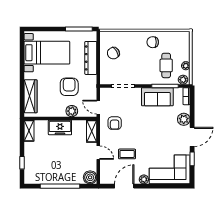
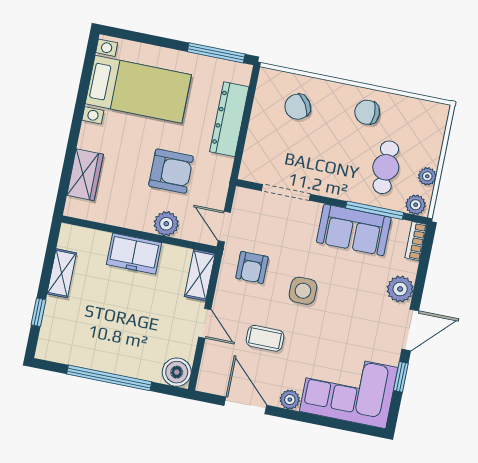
chair: (113, 53) -> (298, 107), moved
armchair: (69, 87) -> (171, 171), turned 90
wardrobe: (31, 96) -> (85, 175), width x0.67
side table: (140, 129) -> (303, 291), added
shelving: (29, 131) -> (62, 273), moved
door: (124, 186) -> (245, 405), hinge flipped

